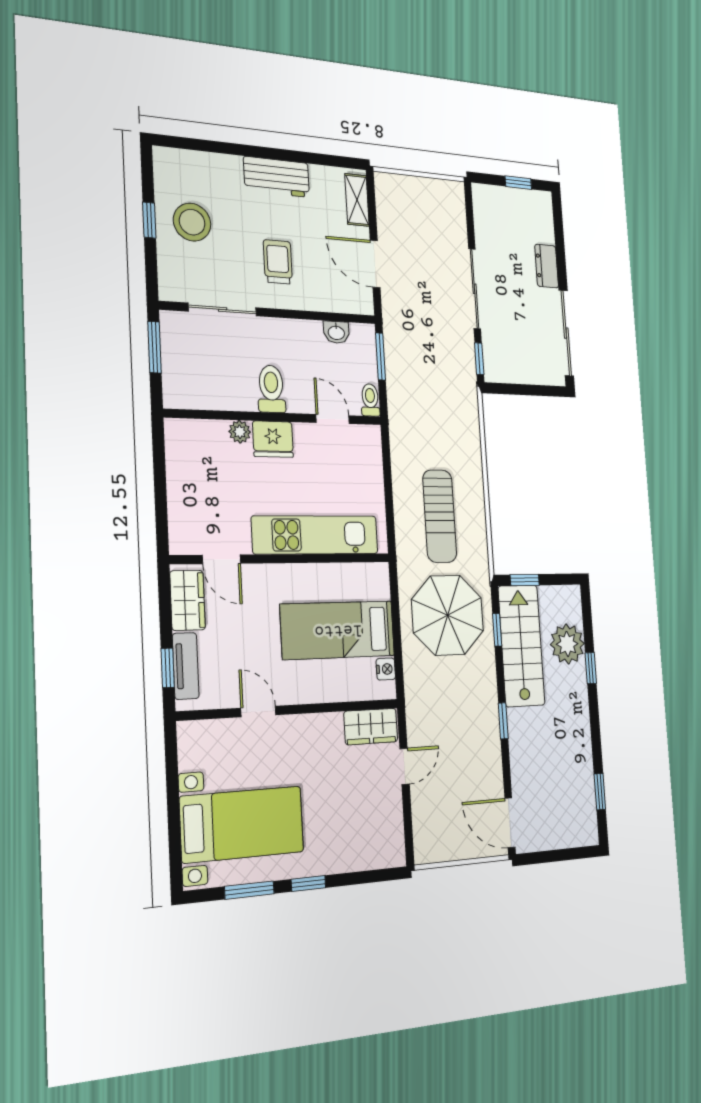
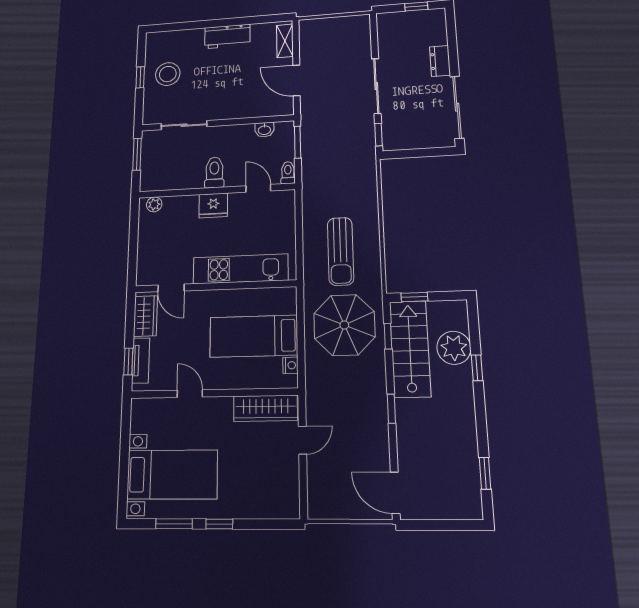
trolley: (278, 262) -> (225, 90), removed
plant: (240, 432) -> (154, 204), moved
wardrobe: (371, 726) -> (265, 408), width x1.50

